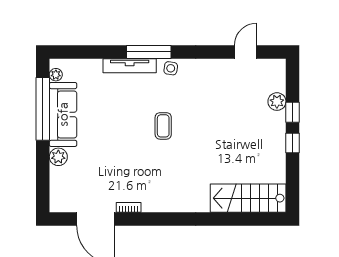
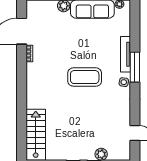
coffee table: (163, 126) -> (85, 77), width x1.86, depth x1.72

